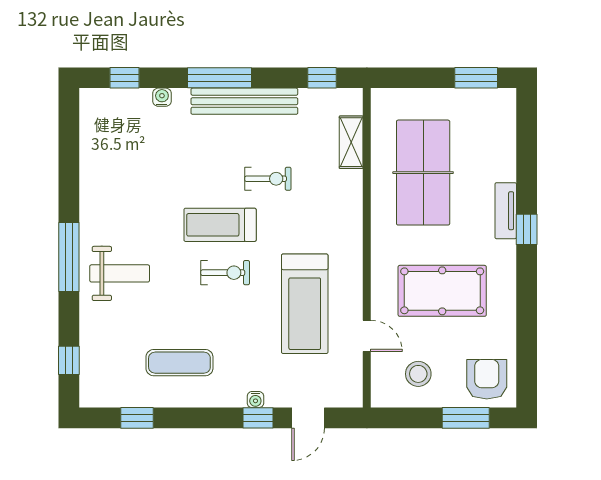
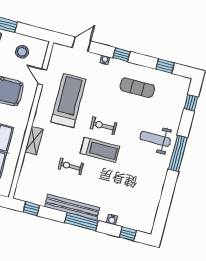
shelving: (351, 142) -> (34, 141), moved
window: (258, 418) -> (122, 55), moved

